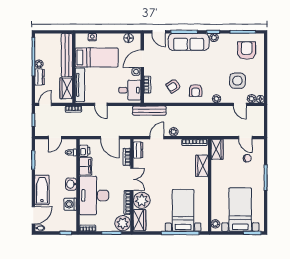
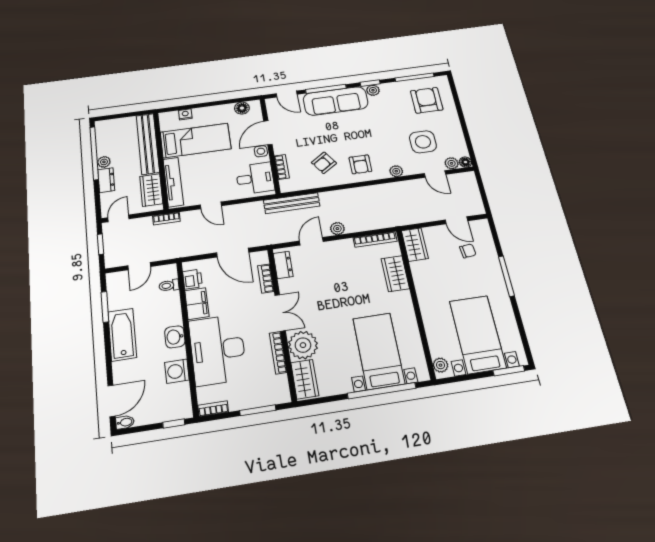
bathtub: (42, 190) -> (122, 335), moved
plant: (123, 223) -> (275, 390), removed

